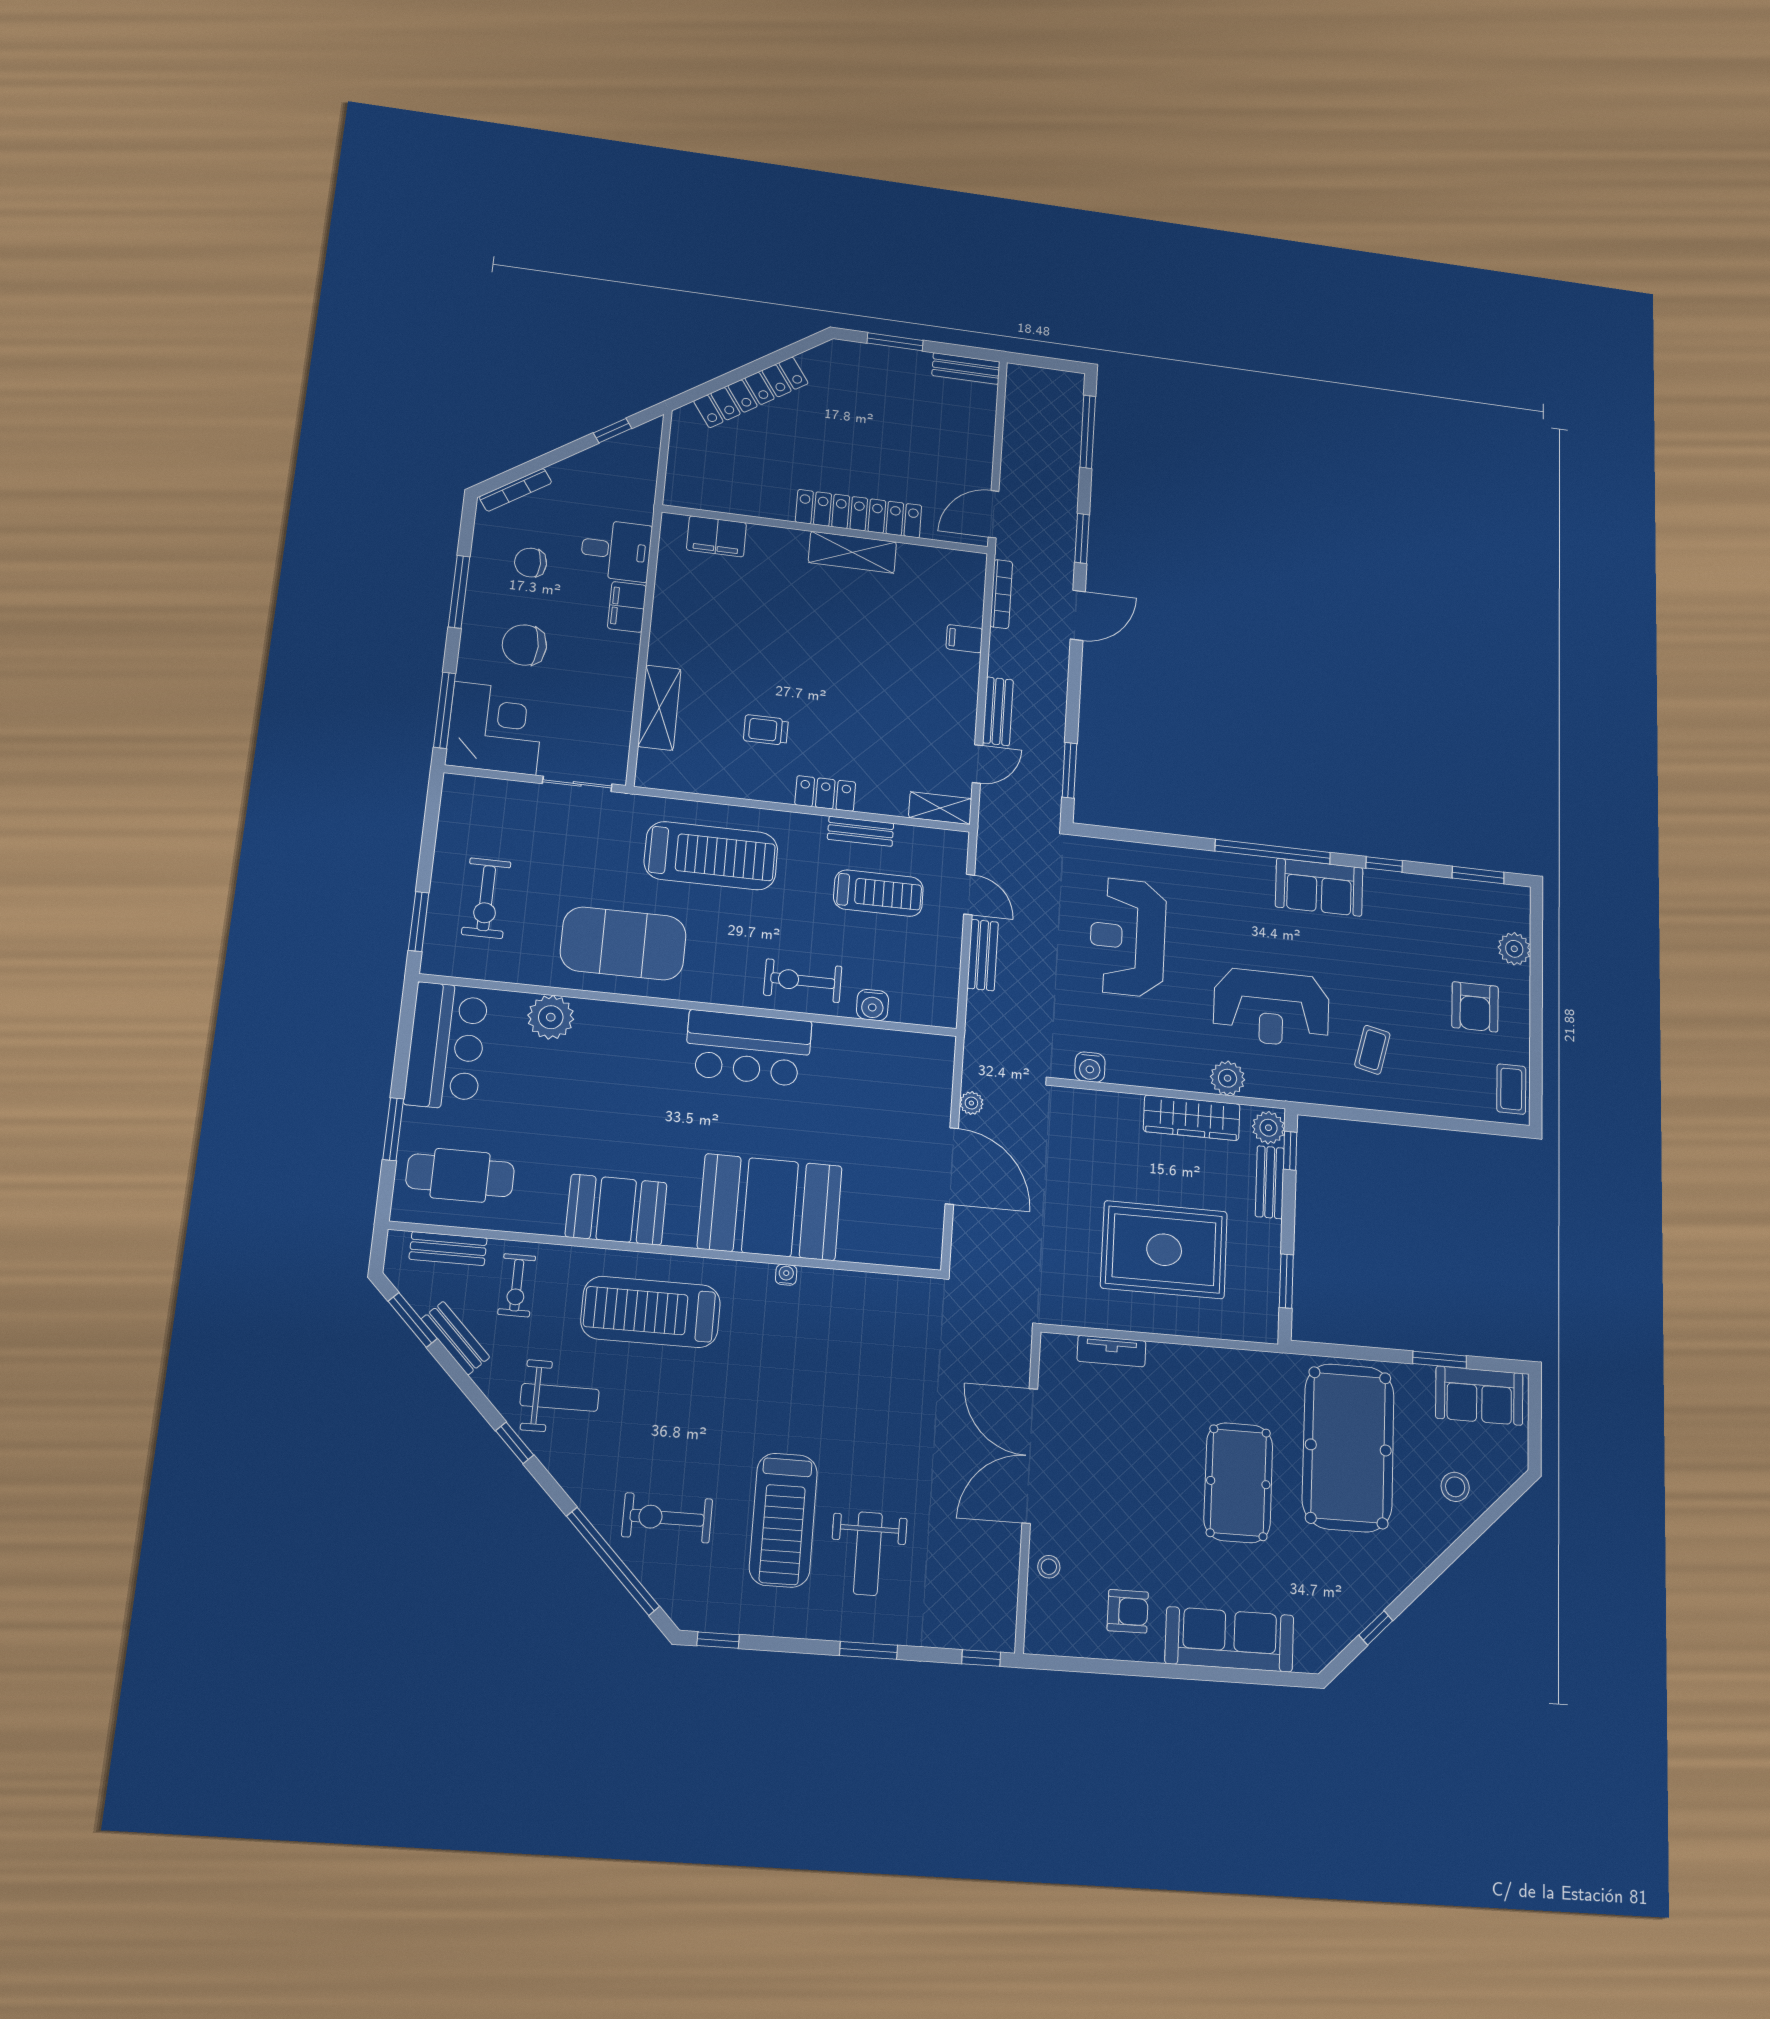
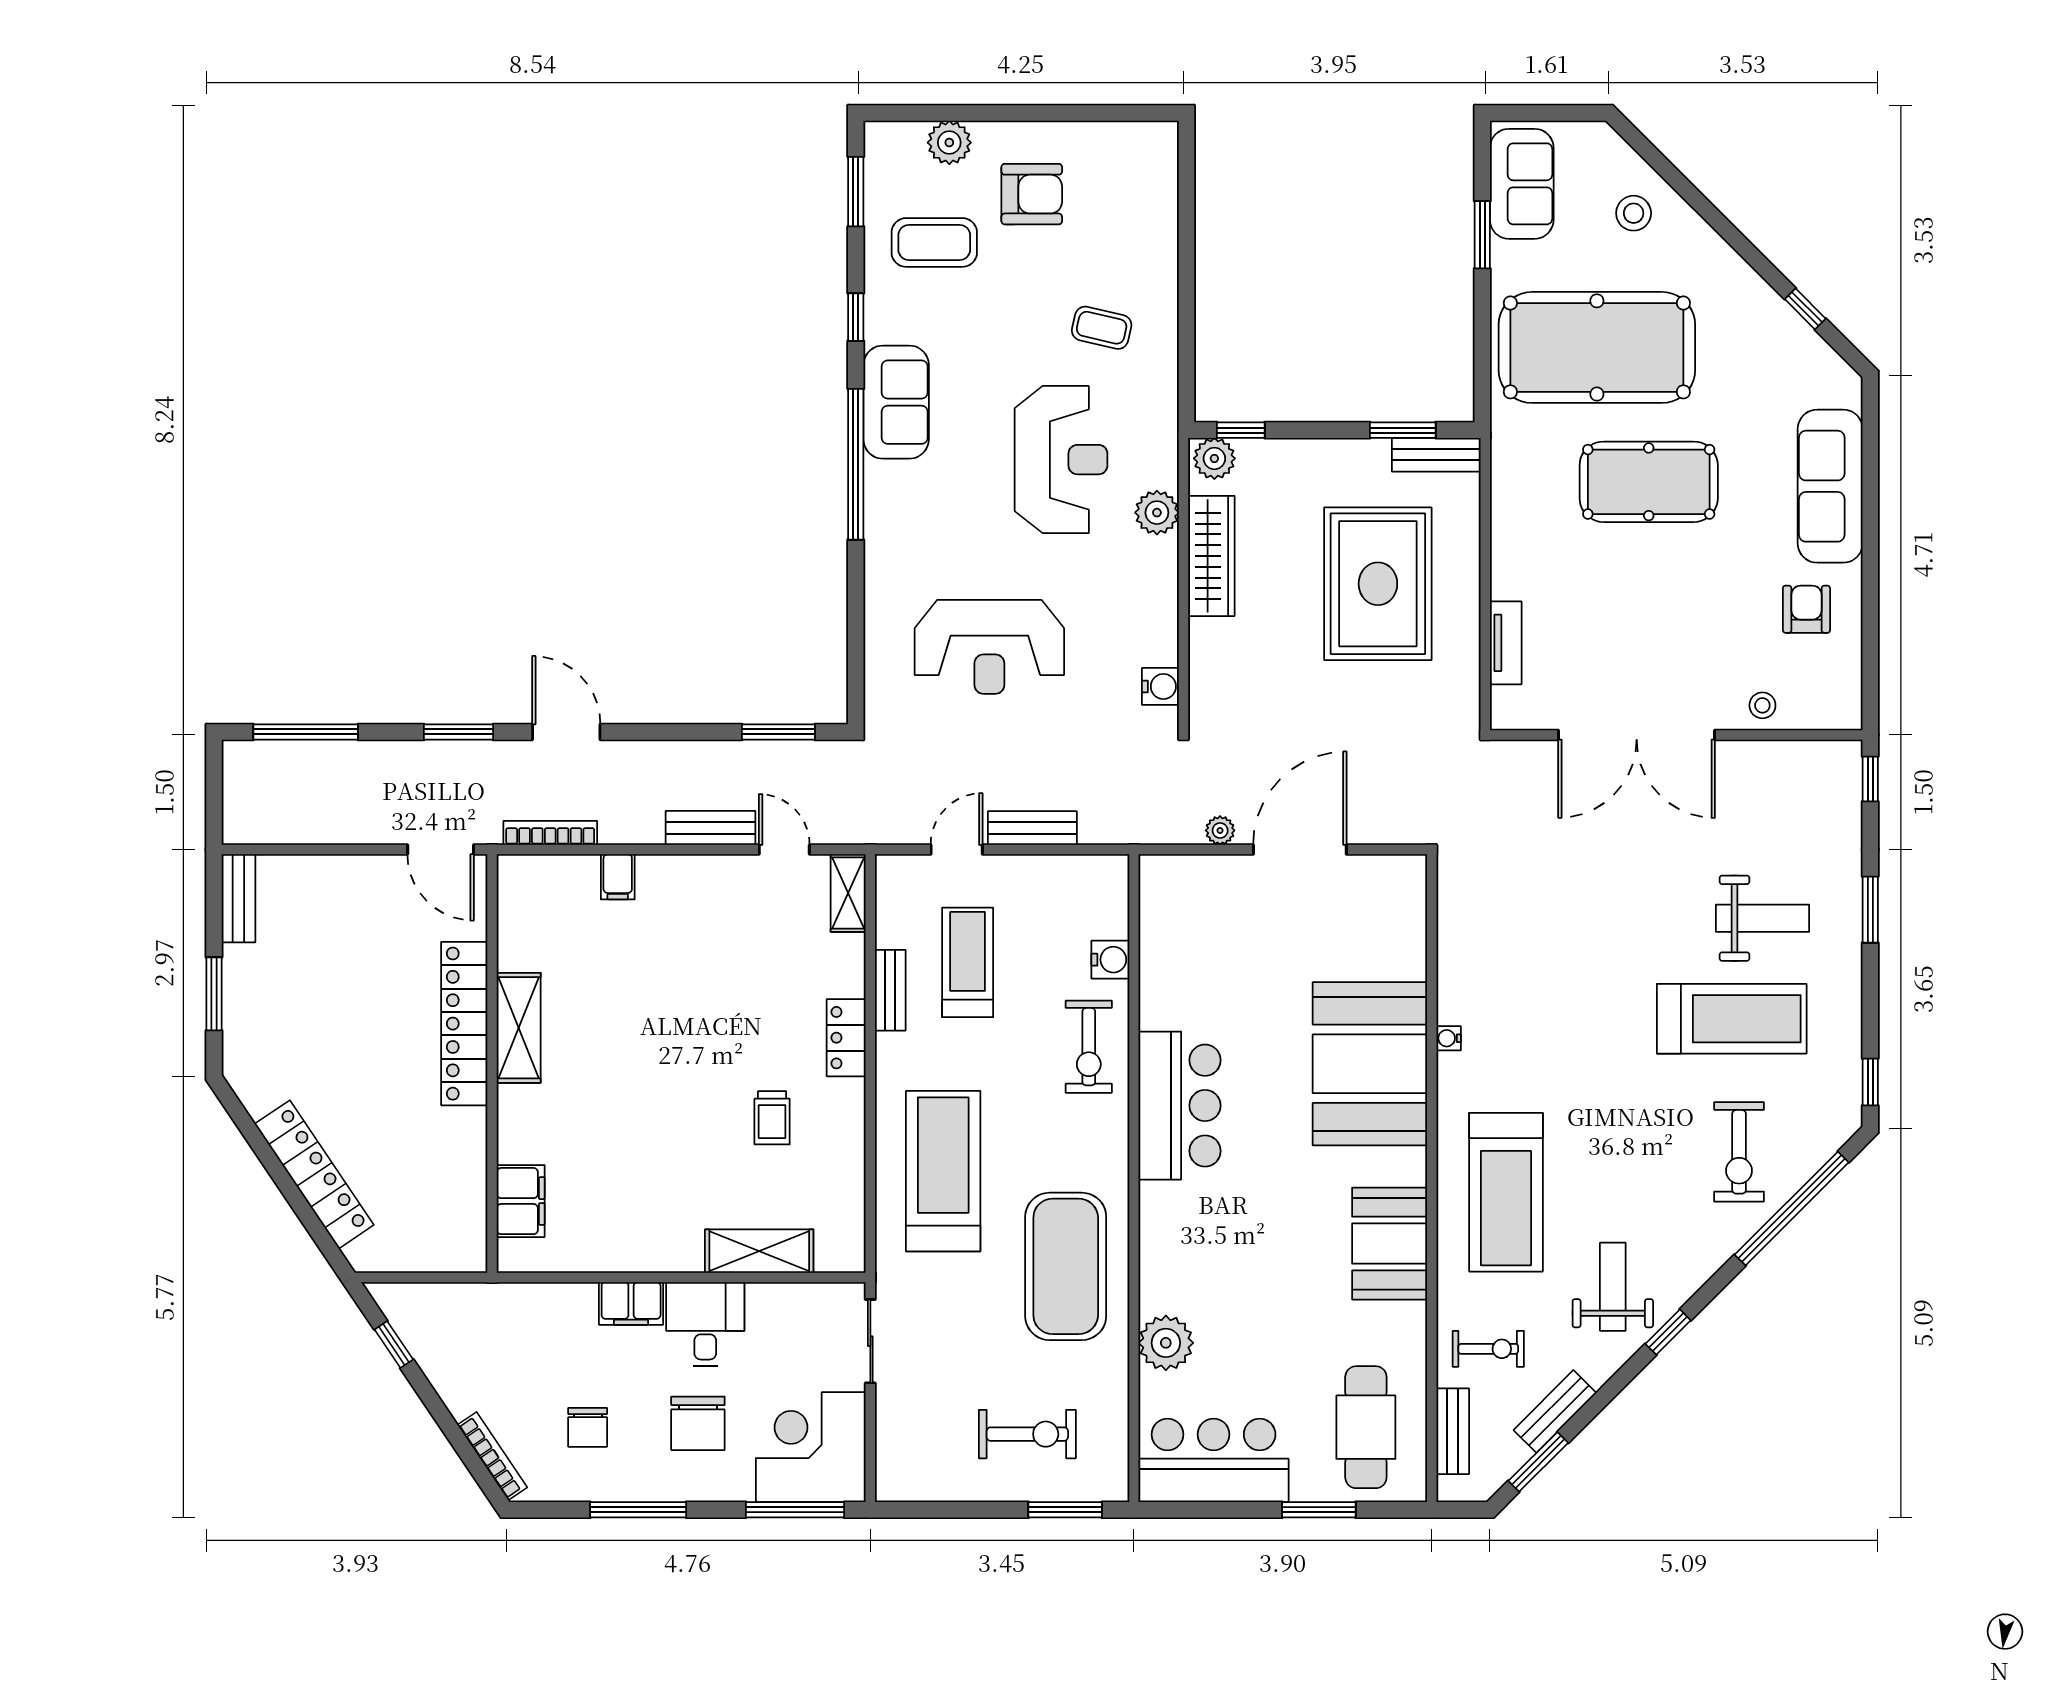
desk: (616, 550) -> (705, 1324), moved
coffee table: (1511, 1089) -> (934, 242), moved, width x1.36, depth x1.30
bench: (1270, 1182) -> (1436, 455), moved

